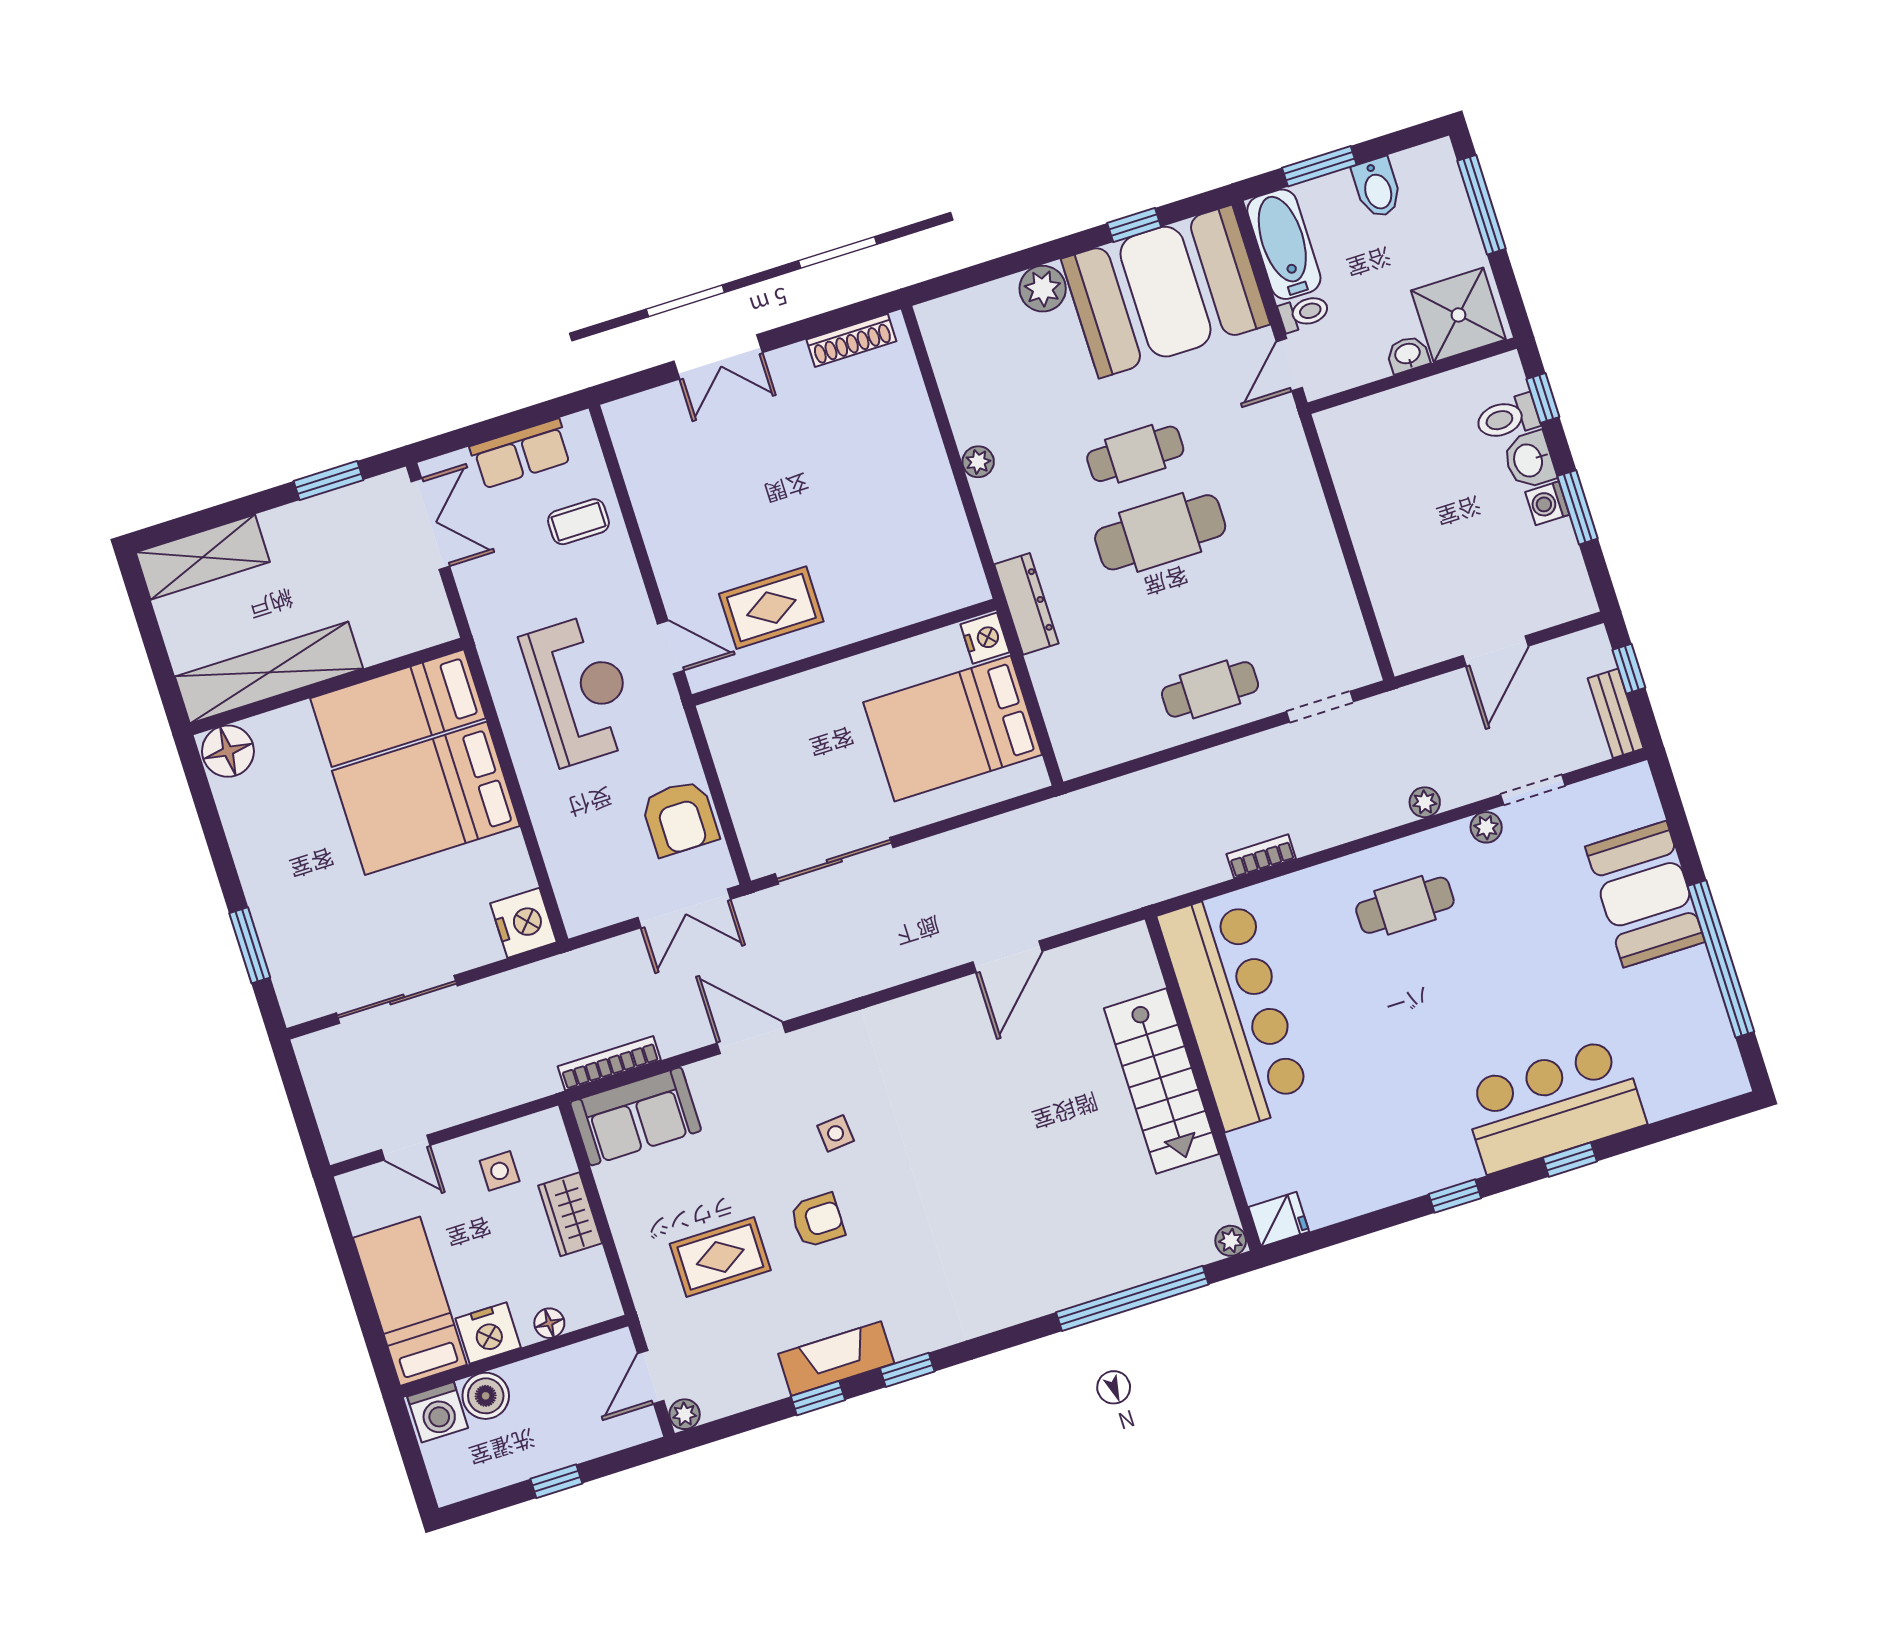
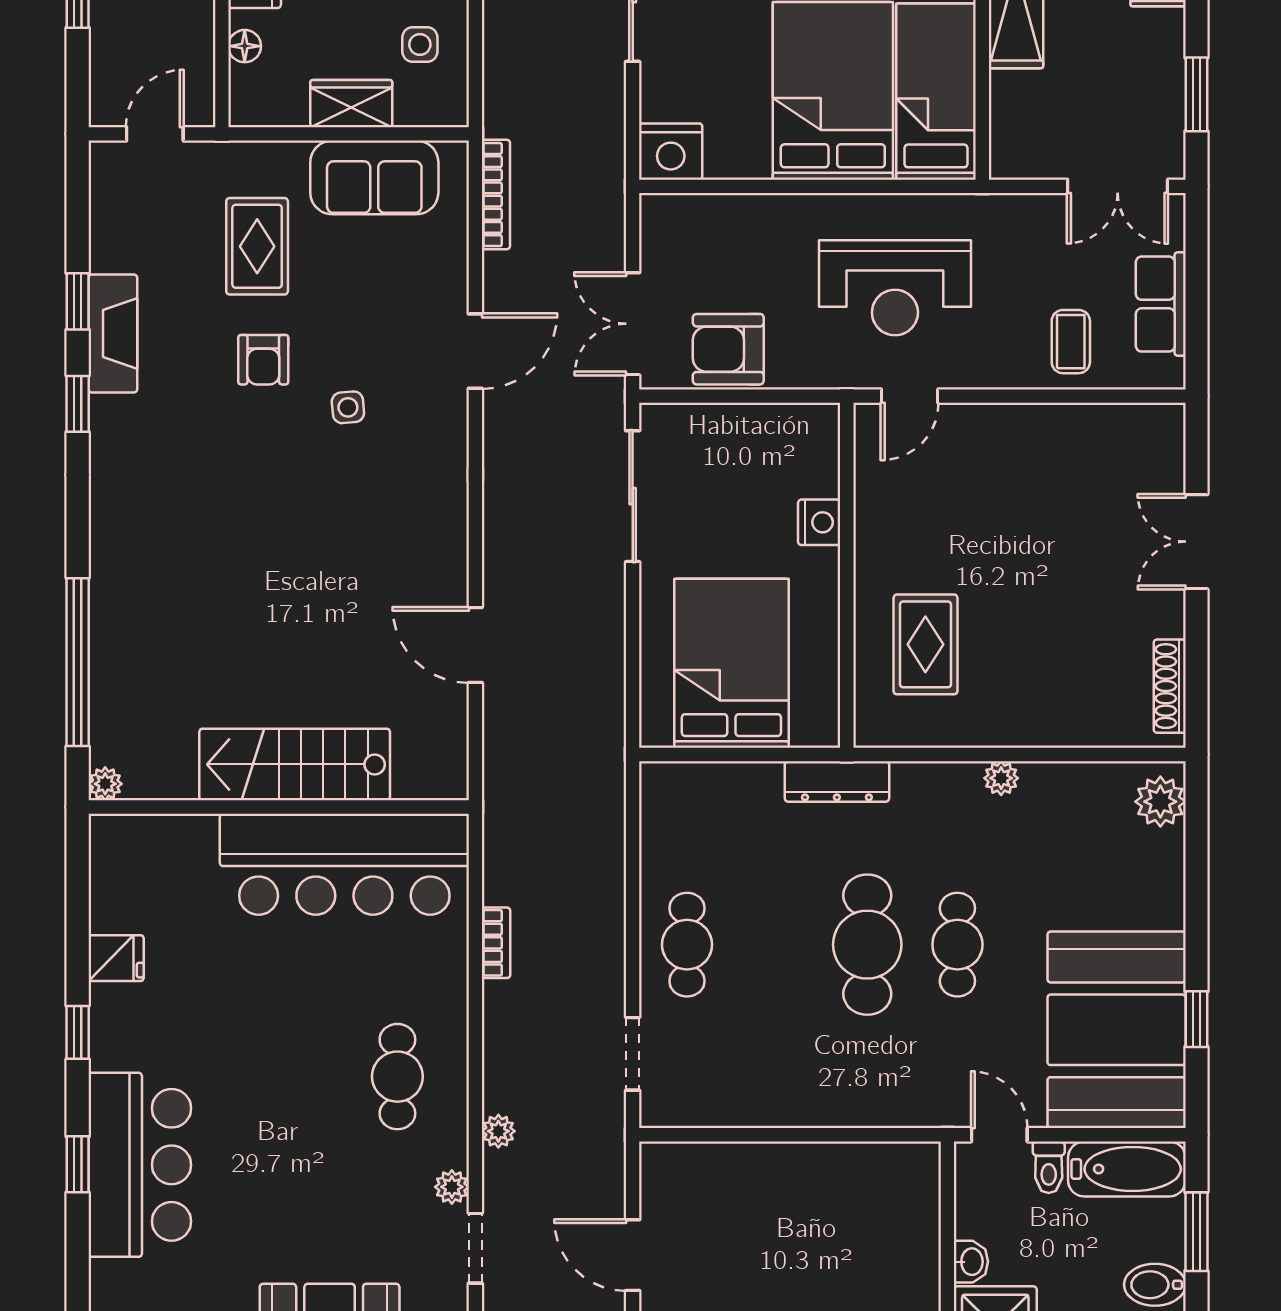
plant: (1043, 289) -> (1160, 802), moved
rug: (771, 608) -> (925, 644), moved
nightstand: (985, 638) -> (819, 522), moved, turned -90
sofa: (636, 1116) -> (374, 177), moved, turned -90
fridge: (1279, 1219) -> (116, 958), moved, turned -90
door: (651, 1377) -> (155, 134), hinge flipped
plant: (685, 1414) -> (105, 157), removed

